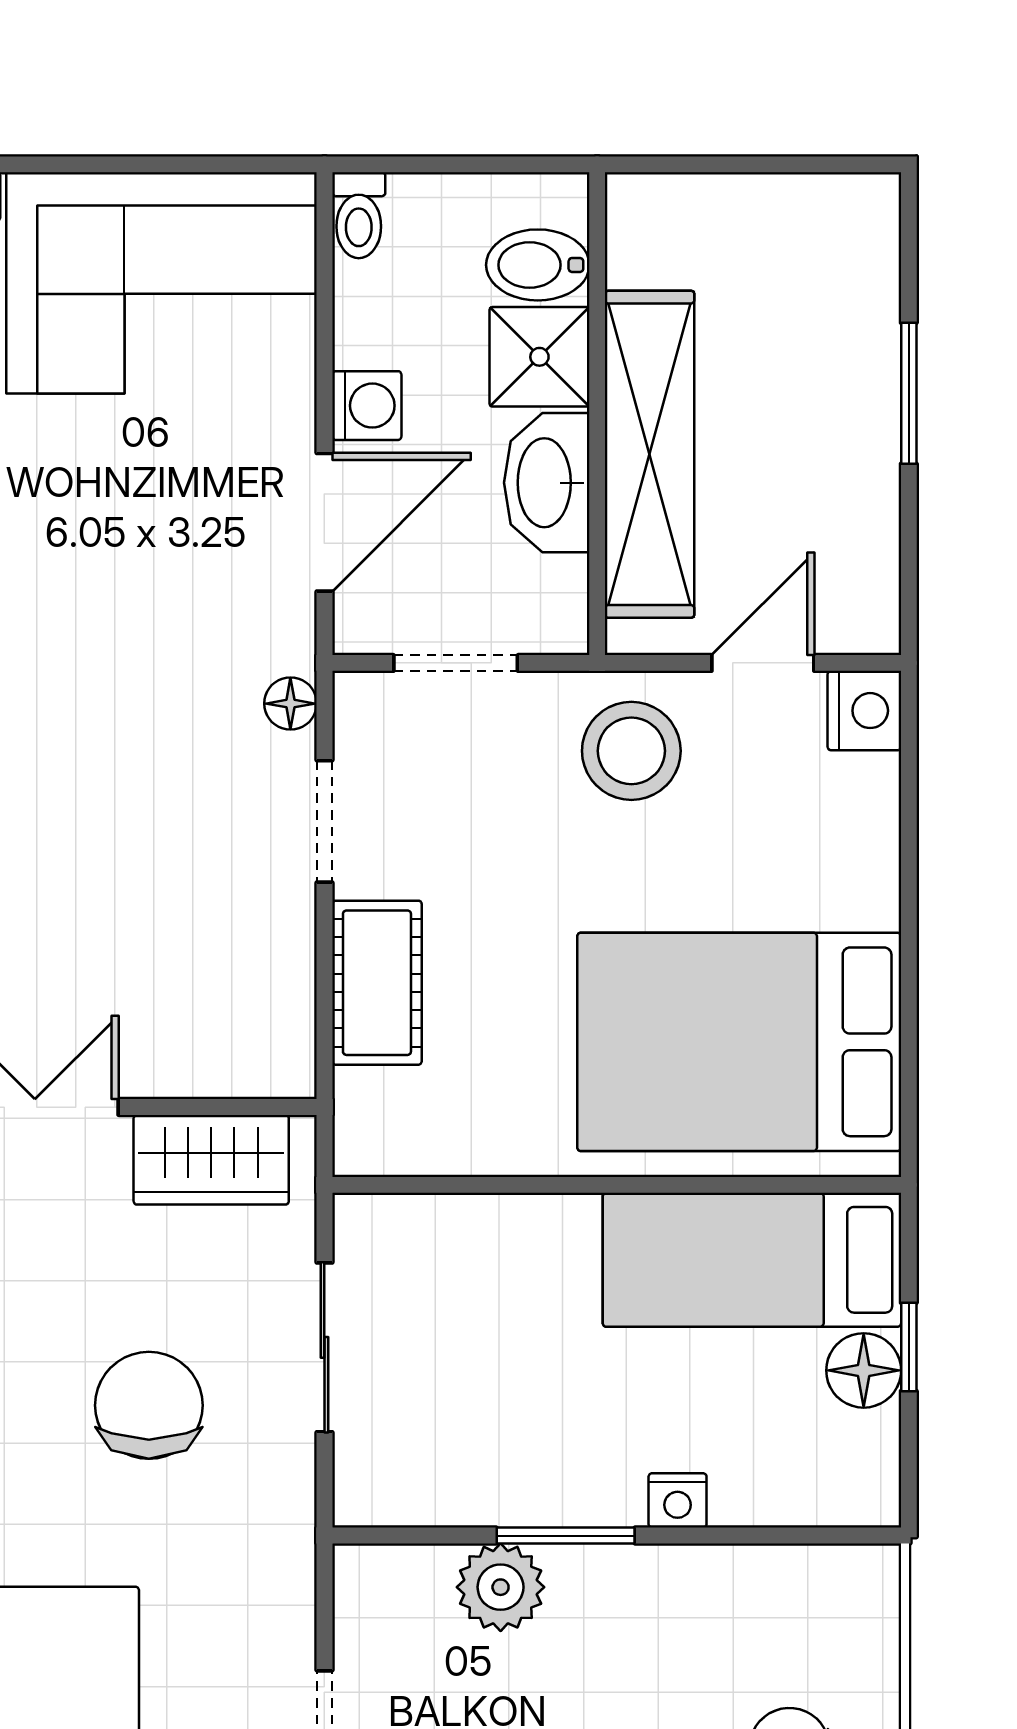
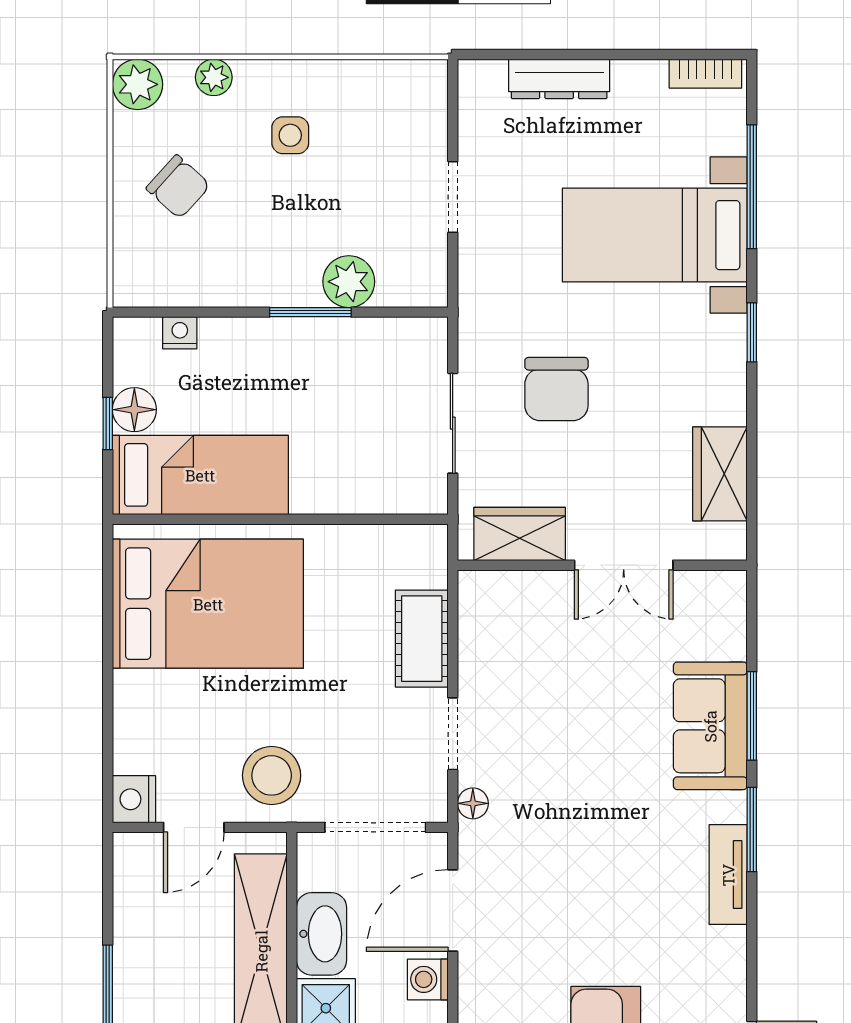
doorway: (456, 663) -> (375, 827), width x1.38
nightstand: (678, 1500) -> (180, 333), moved

